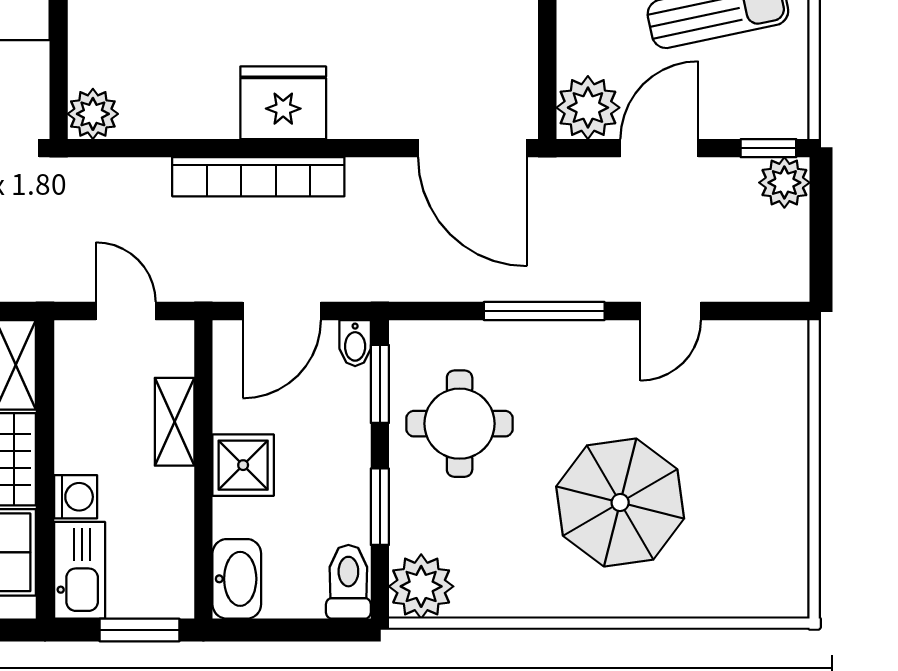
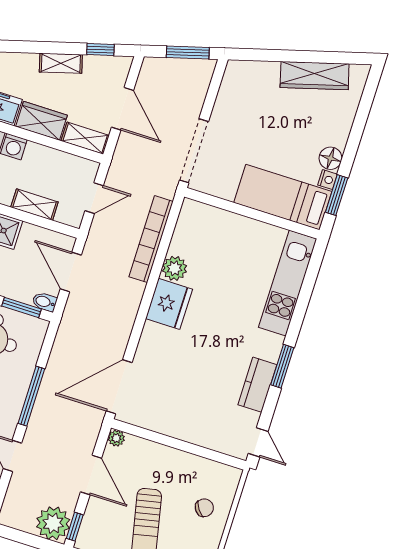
plant: (588, 108) -> (116, 438), width x0.53, depth x0.53
plant: (93, 114) -> (175, 268), moved
bookcase: (258, 177) -> (151, 239), moved
plant: (784, 183) -> (53, 523), width x1.36, depth x1.36

